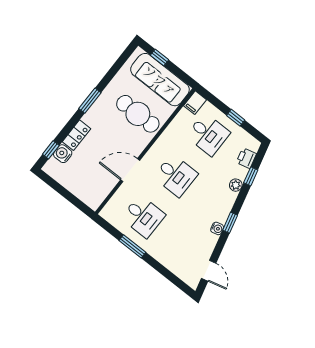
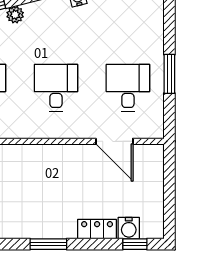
cafe table: (138, 114) -> (22, 181), removed
door: (130, 170) -> (114, 141), moved

